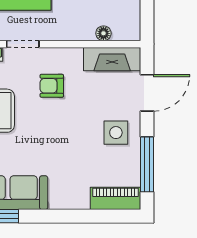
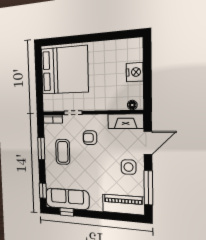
floor lamp: (103, 33) -> (132, 105), moved
piano: (116, 198) -> (123, 204), width x1.37, depth x1.33

